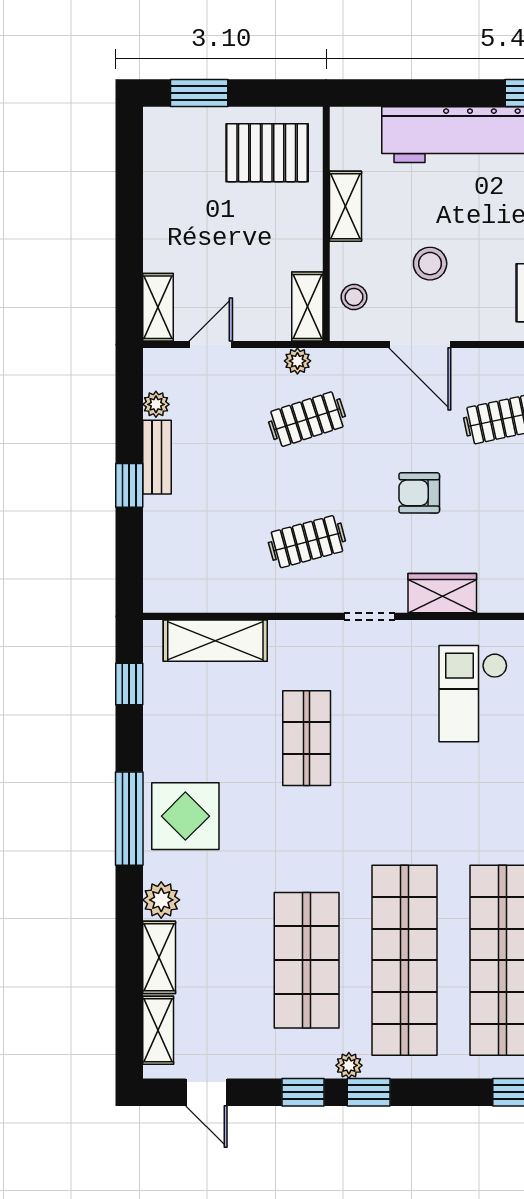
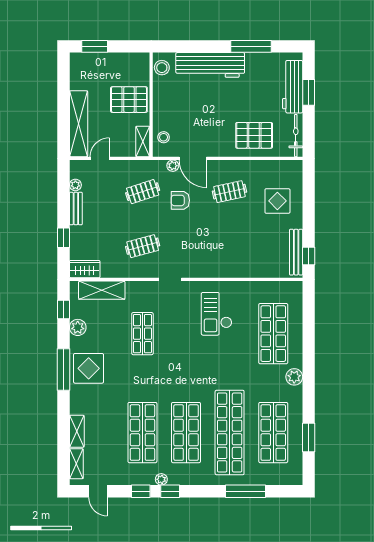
pallet: (267, 153) -> (129, 100), moved
shelving: (346, 206) -> (160, 97), removed
stool: (430, 264) -> (162, 68), moved
shelving: (158, 307) -> (79, 124), width x2.20, depth x1.33
plant: (297, 361) -> (173, 166), moved
window: (129, 485) -> (63, 238), moved
armchair: (419, 493) -> (180, 200), moved
wardrobe: (442, 593) -> (85, 269), moved
plant: (161, 900) -> (78, 327), moved
shop shelf: (404, 960) -> (186, 433), width x0.71

